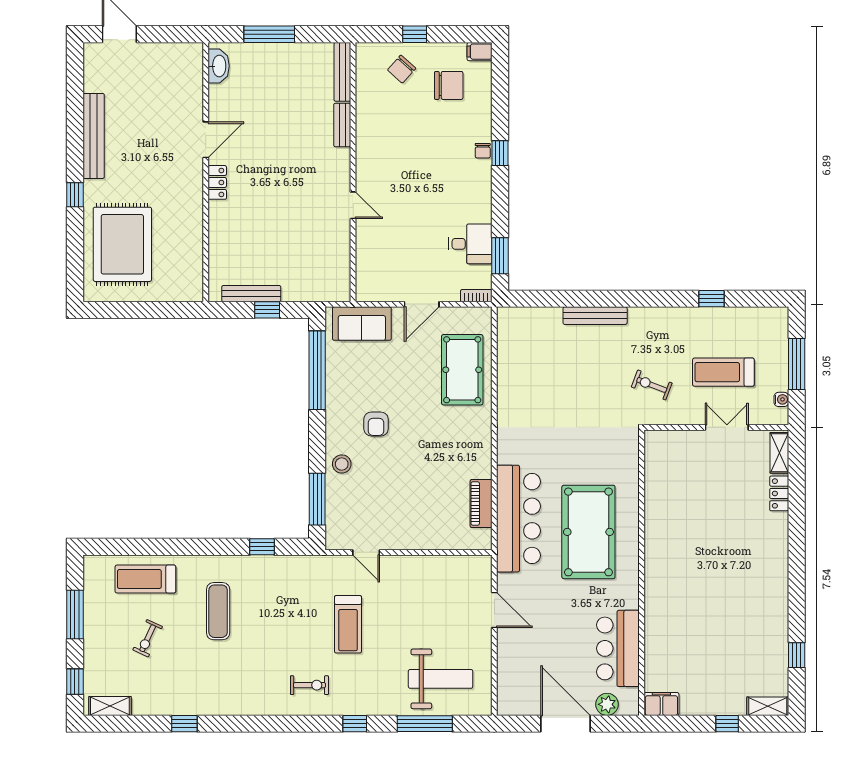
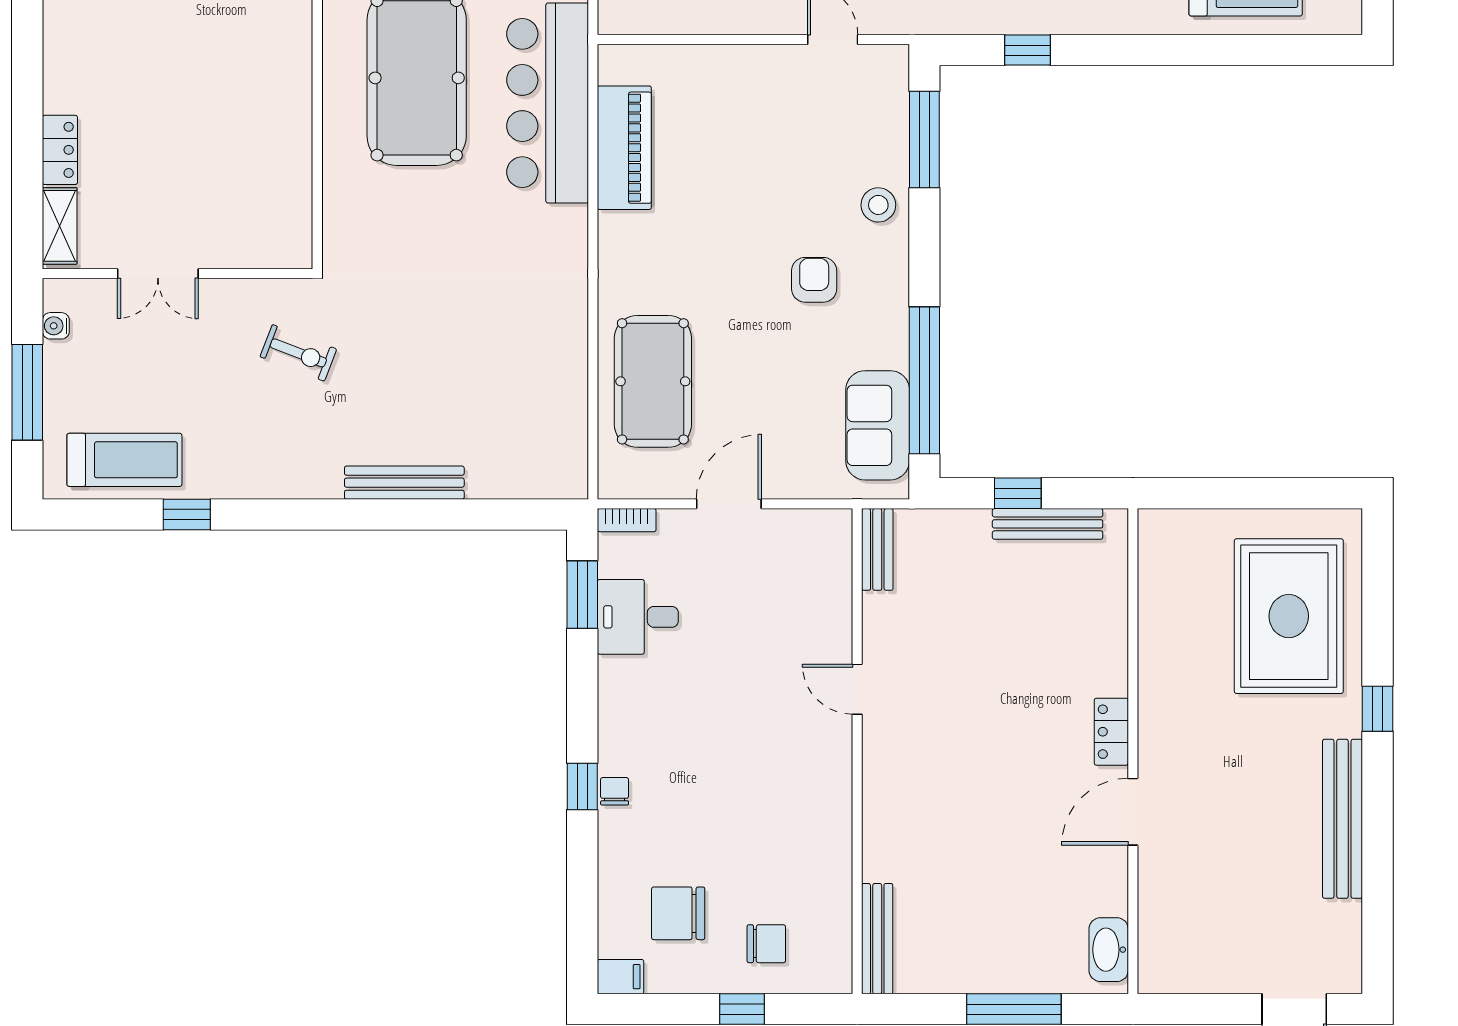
chair: (402, 69) -> (766, 944), turned 48
bench: (342, 125) -> (877, 549), moved
sofa: (362, 324) -> (878, 425), moved, turned -90
treadmill: (723, 372) -> (124, 460), moved
piano: (481, 503) -> (624, 148), width x1.37, depth x1.33

